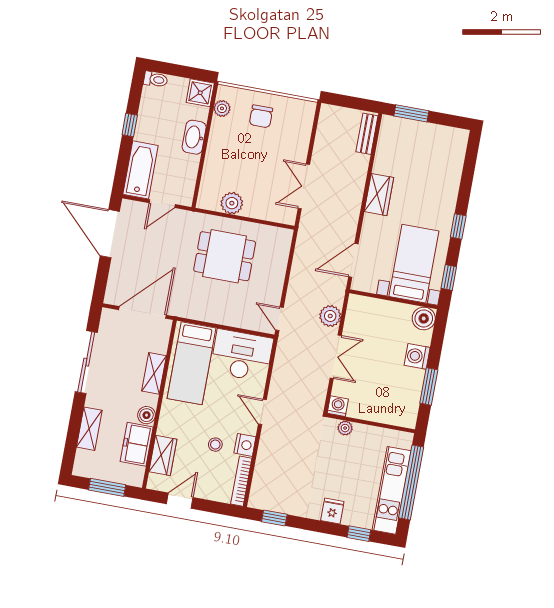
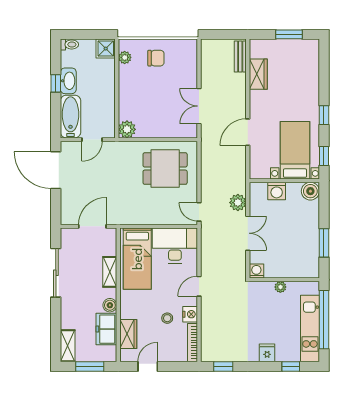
window: (411, 113) -> (289, 34), moved
chair: (261, 116) -> (156, 58), turned -90
washbasin: (194, 137) -> (68, 81), moved, turned 180
wardrobe: (379, 195) -> (258, 74), moved
plant: (232, 203) -> (127, 129), moved
dining table: (225, 256) -> (165, 169), moved
door: (353, 260) -> (248, 132), moved
door: (143, 312) -> (92, 226), width x0.73
washing machine: (417, 356) -> (277, 191), moved, turned -90
door: (262, 412) -> (199, 286), hinge flipped
plant: (345, 428) -> (280, 287), moved
shelving: (89, 429) -> (68, 346), moved

